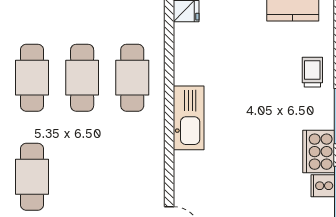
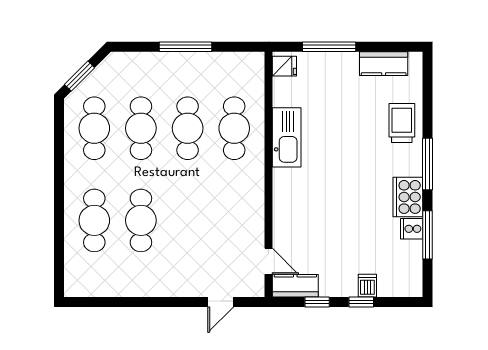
trolley: (312, 72) -> (402, 123), width x1.36, depth x1.39
kitchen sink: (189, 118) -> (287, 137), moved

